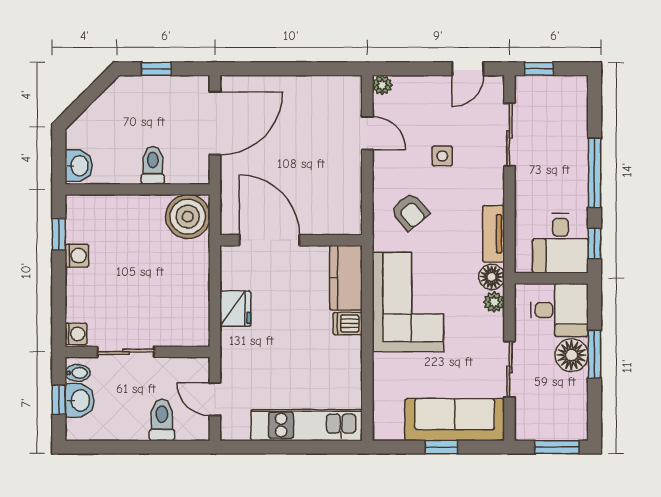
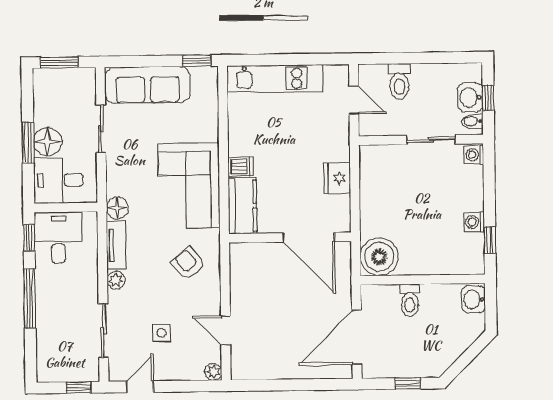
side table: (442, 156) -> (161, 333), moved
plant: (494, 302) -> (116, 280), moved
window: (441, 447) -> (197, 61), moved

